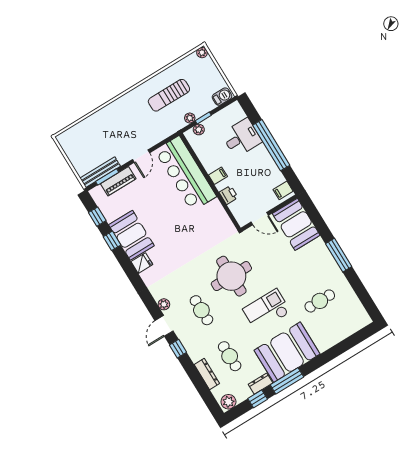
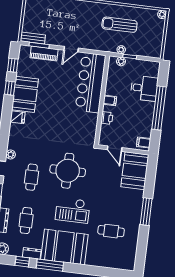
barbecue: (222, 97) -> (152, 52), removed
bench: (100, 172) -> (33, 38), width x0.73
checkout: (267, 310) -> (73, 210), turned 180

